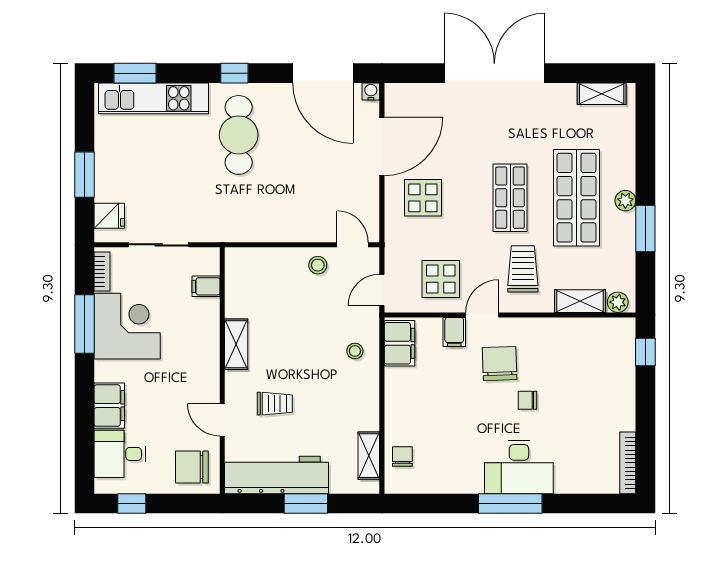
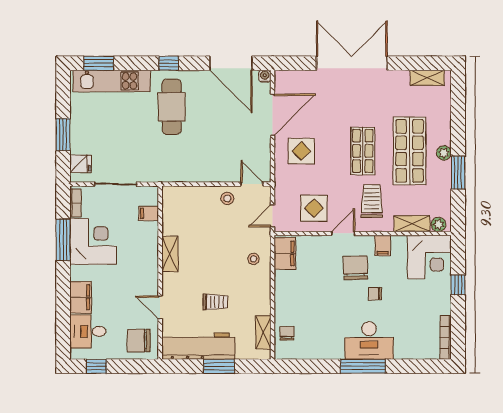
filing cabinet: (454, 332) -> (383, 246), moved
corner desk: (605, 348) -> (429, 257), added
window: (645, 352) -> (458, 285), moved
trolley: (275, 404) -> (215, 302), moved

